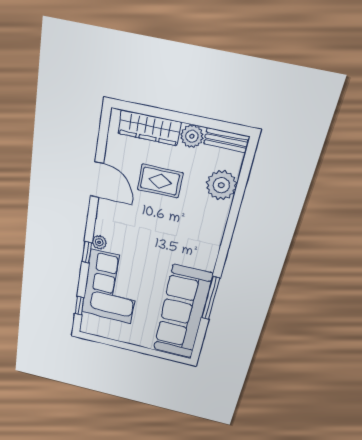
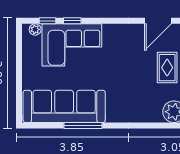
plant: (99, 242) -> (35, 29), moved
window: (87, 252) -> (72, 21), moved

